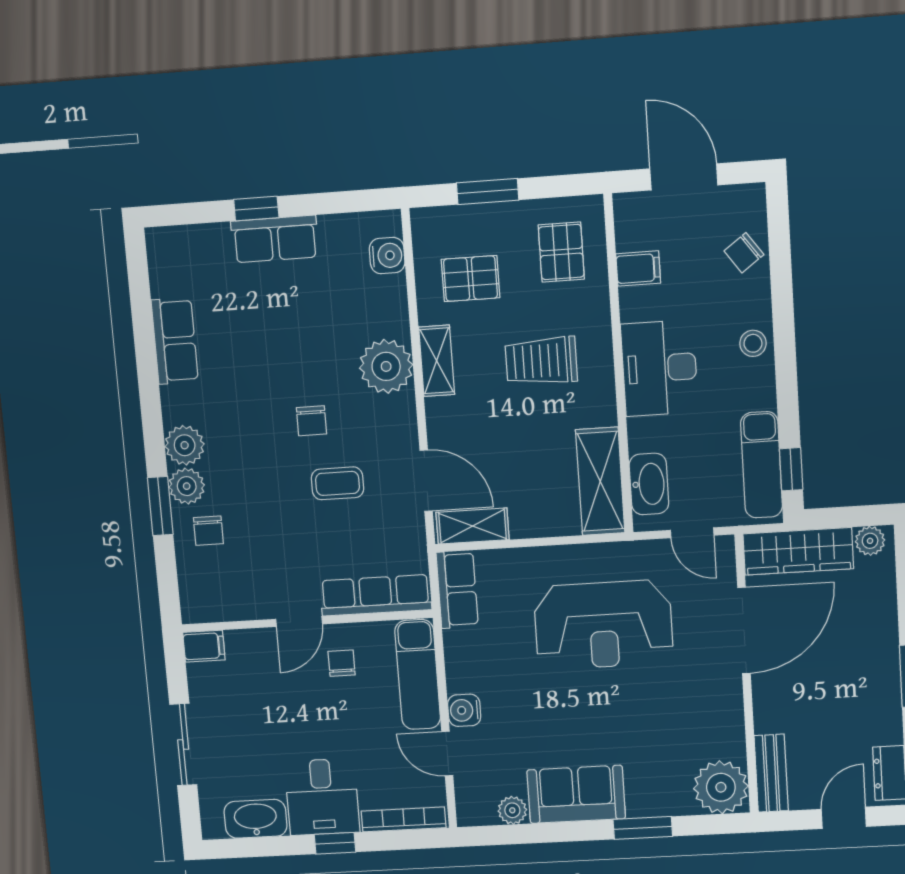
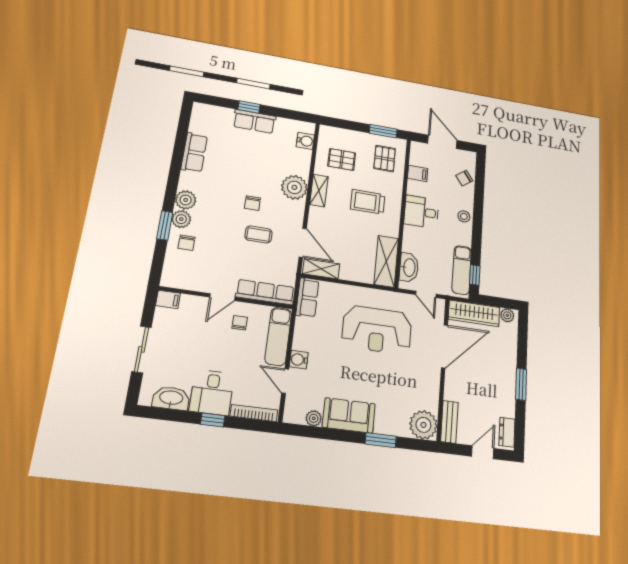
window: (488, 191) -> (383, 131), moved
desk: (659, 368) -> (421, 212), width x0.73

